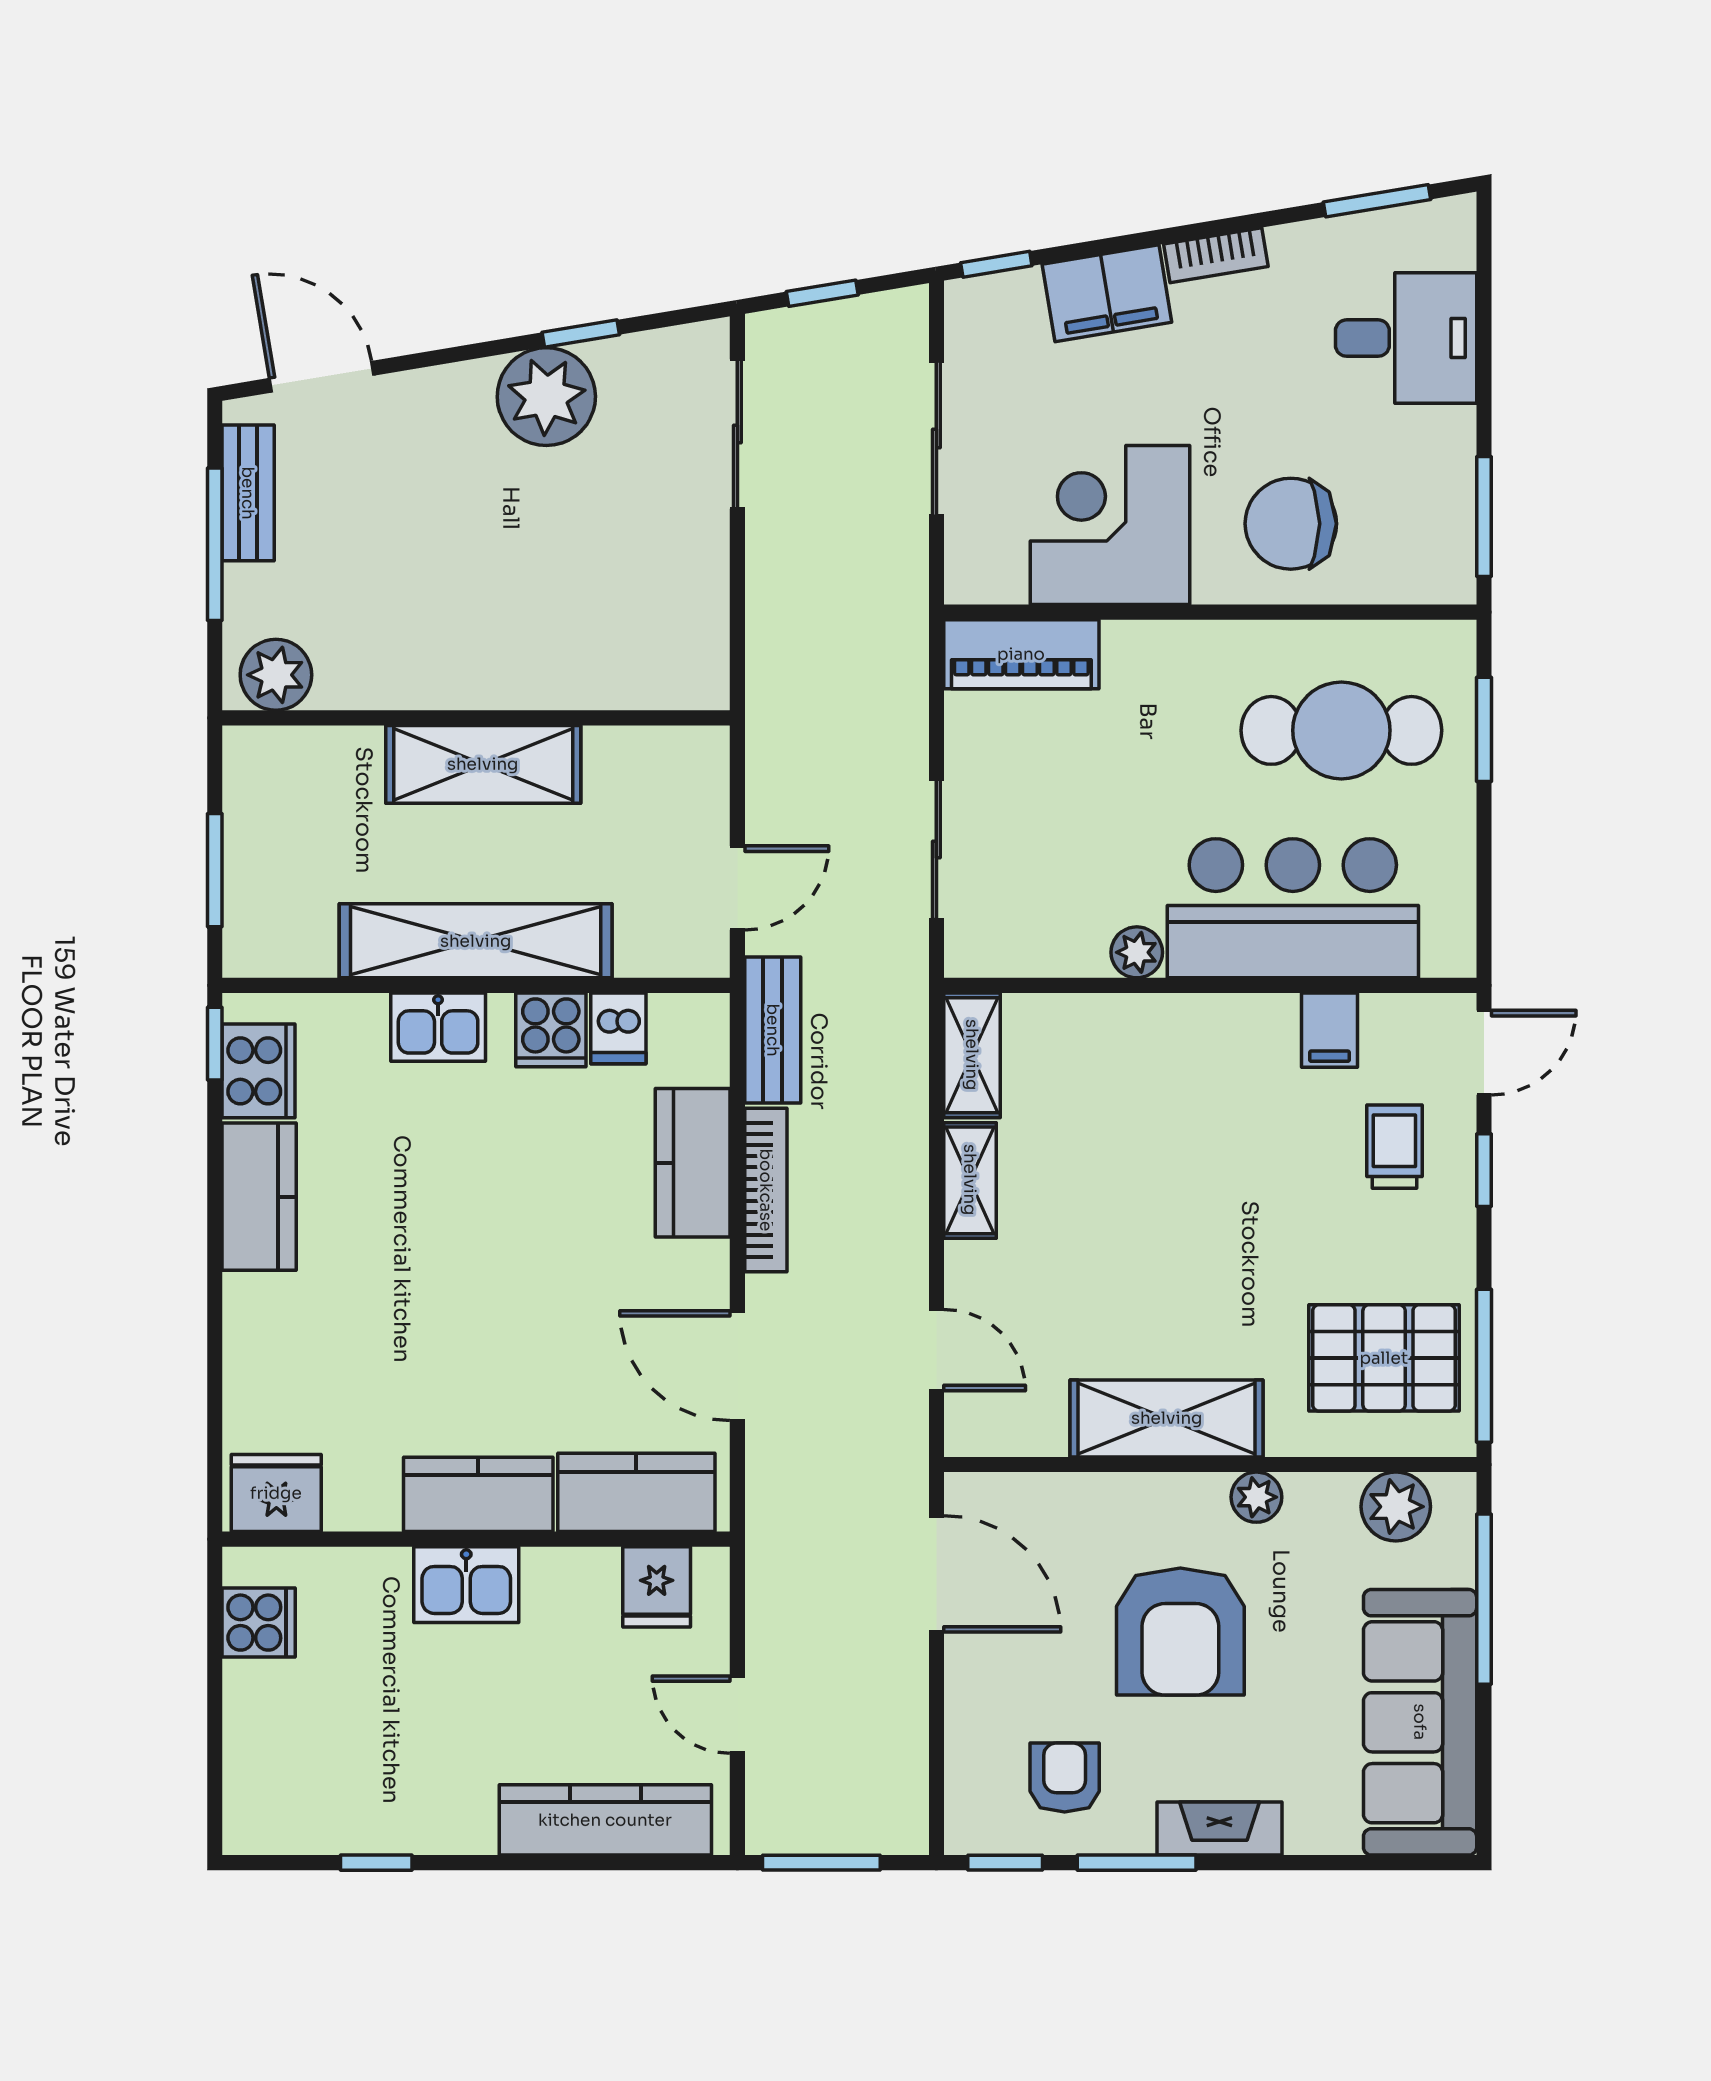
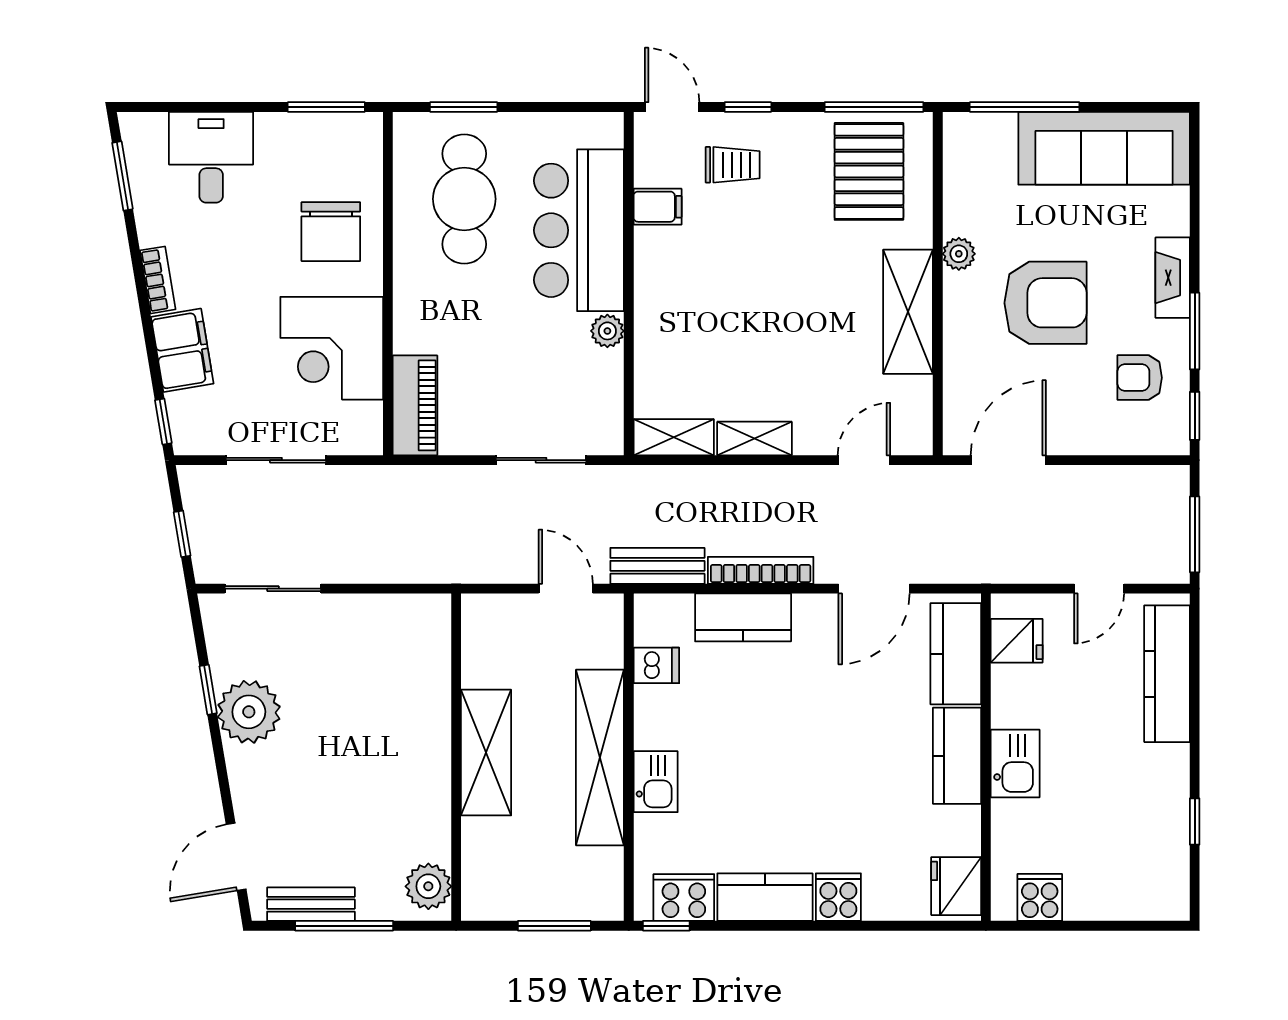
cooker: (551, 1030) -> (838, 897), moved, turned -90
trolley: (1394, 1147) -> (733, 165), turned 180
plant: (1396, 1507) -> (965, 164), removed

